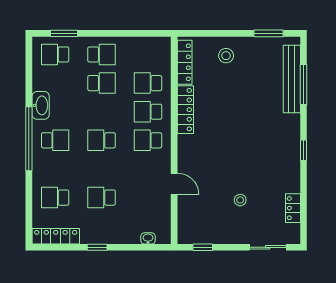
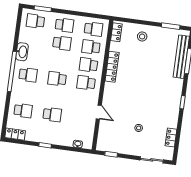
school desk: (148, 54) -> (93, 29), added
locker: (185, 62) -> (116, 32), width x0.66
school desk: (55, 198) -> (23, 111), turned 180
school desk: (102, 198) -> (52, 115), turned 180
locker: (56, 236) -> (15, 134), width x0.66

